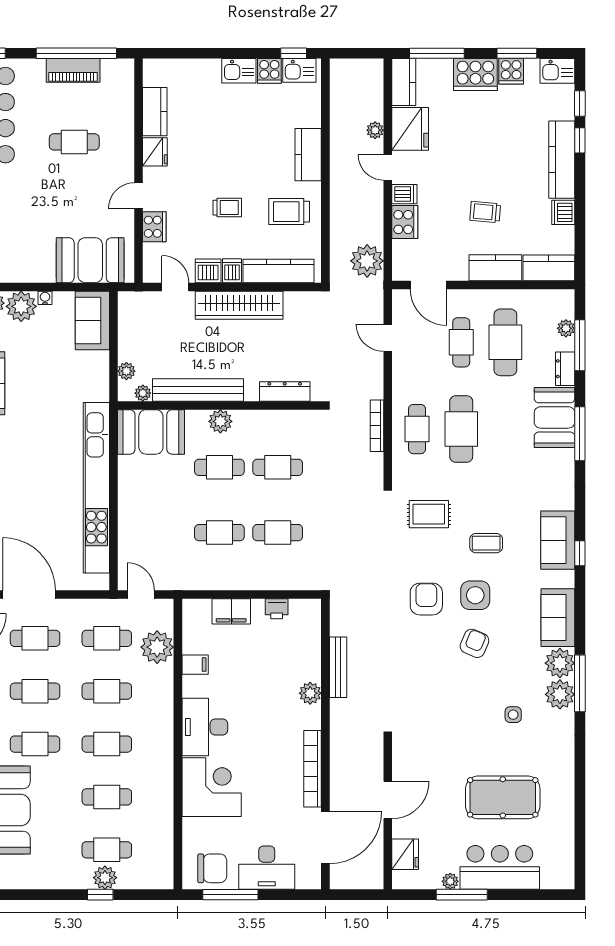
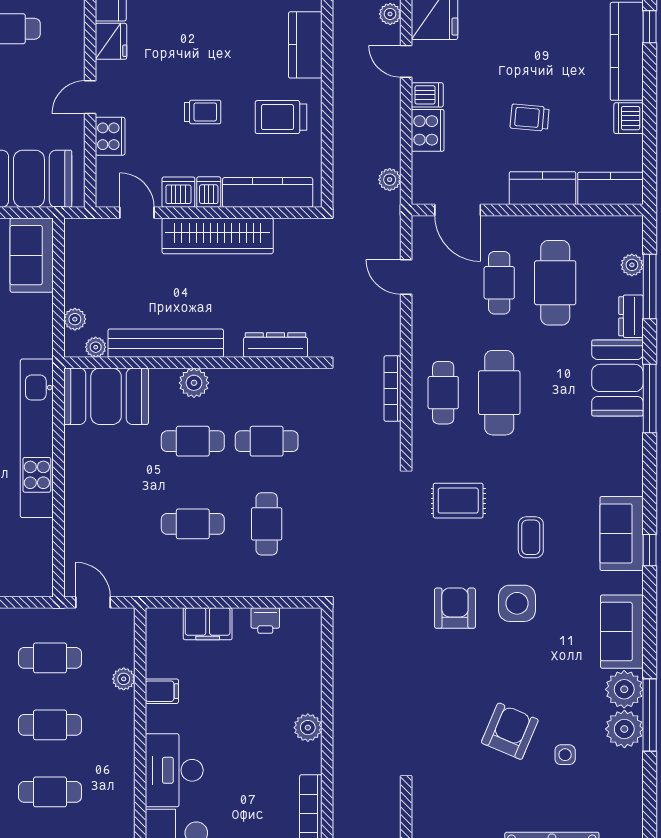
plant: (367, 261) -> (390, 180), width x0.53, depth x0.53
kitchen unit: (96, 488) -> (37, 438), width x0.73
cafe table: (278, 533) -> (267, 524), turned 90
coffee table: (486, 543) -> (531, 537), turned 90
armchair: (474, 643) -> (510, 731), moved, width x1.38, depth x1.38
plant: (157, 647) -> (124, 679), width x0.53, depth x0.53
bench: (338, 667) -> (343, 695), removed

